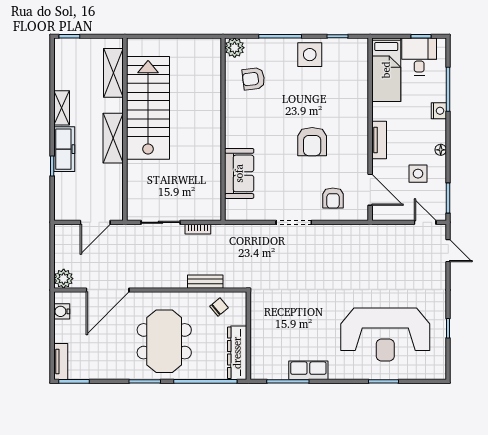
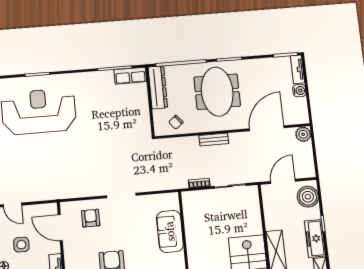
boiler: (67, 201) -> (308, 197), added
bench: (205, 282) -> (214, 139), moved
water cooler: (62, 311) -> (299, 91), moved
row of seats: (308, 370) -> (130, 76), moved

